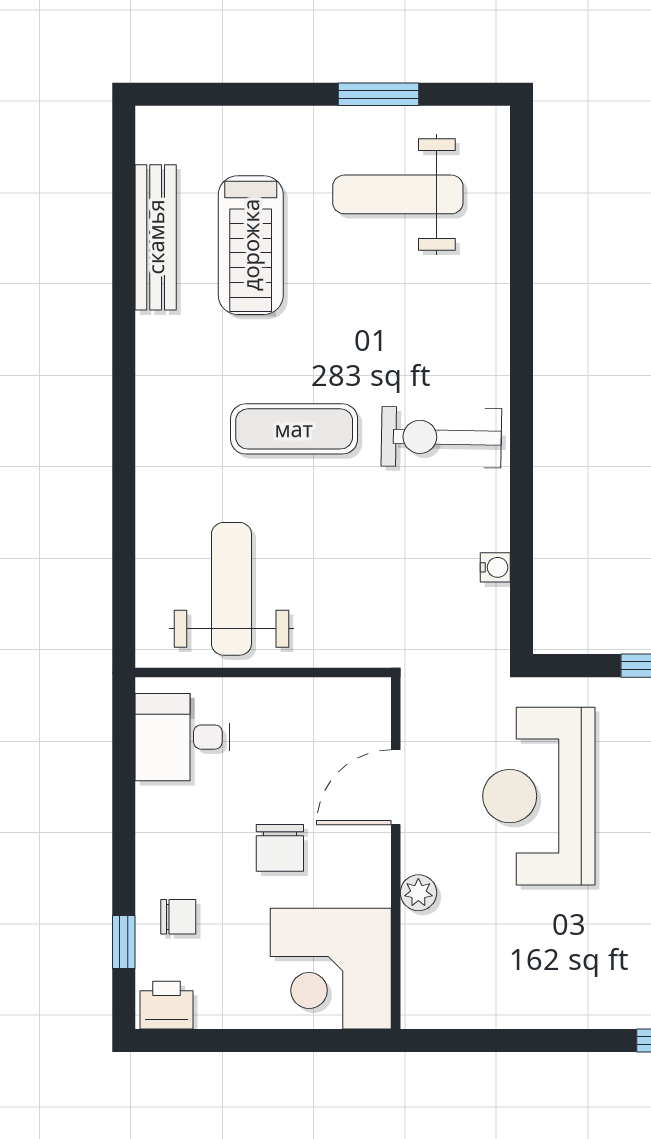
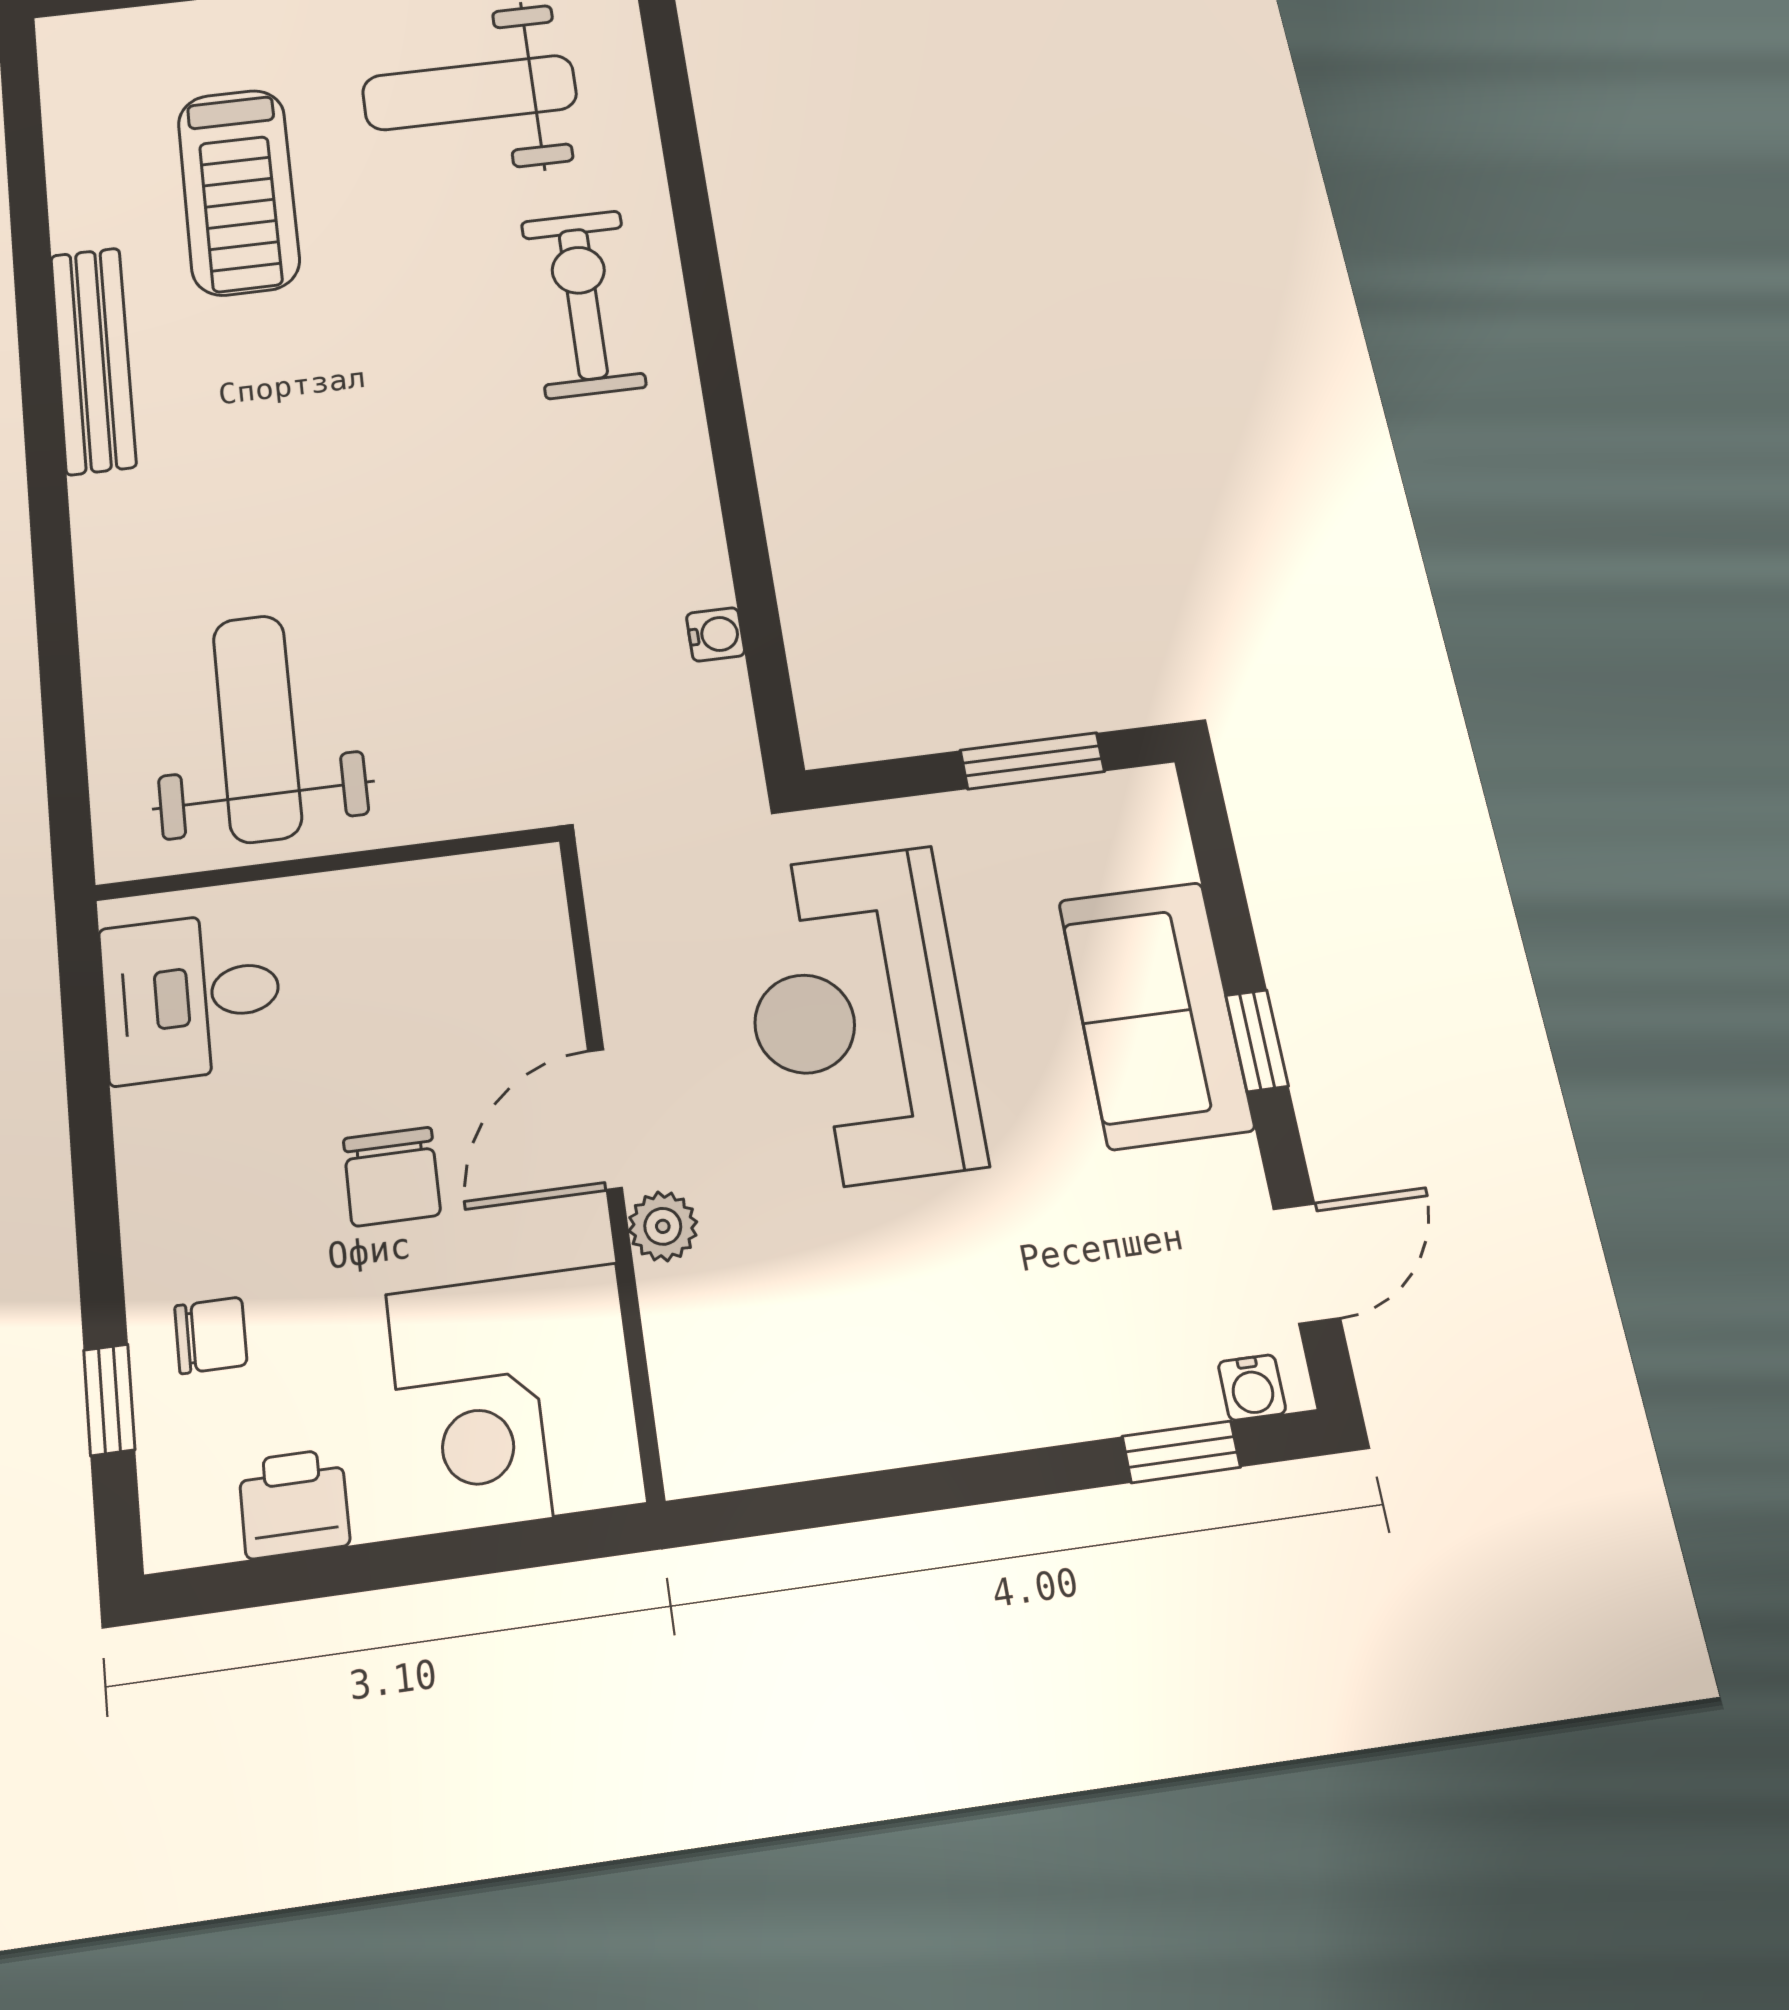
bench: (156, 237) -> (93, 360), moved
exercise mat: (294, 429) -> (340, 457), removed
exercise bike: (441, 437) -> (583, 304), moved, turned 89
door: (396, 787) -> (605, 1119), moved
printer: (166, 1005) -> (294, 1503), moved

